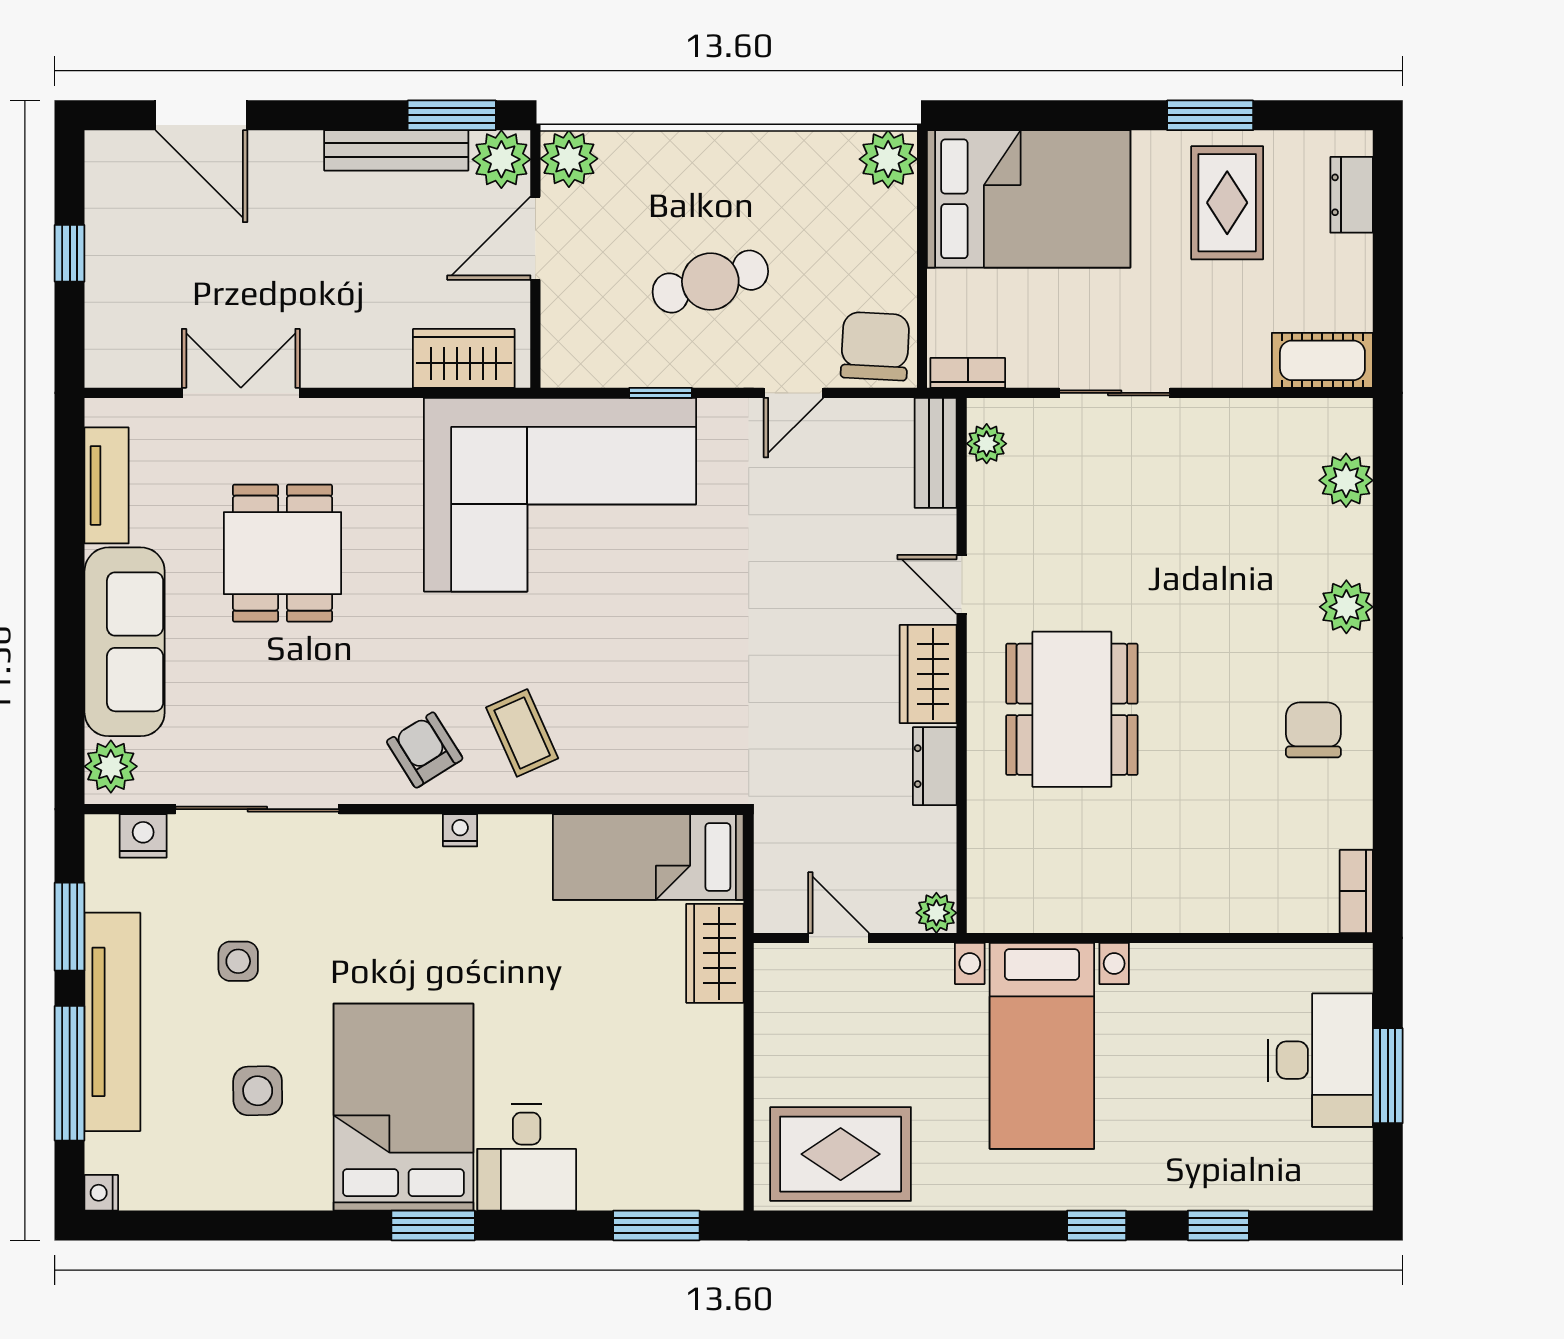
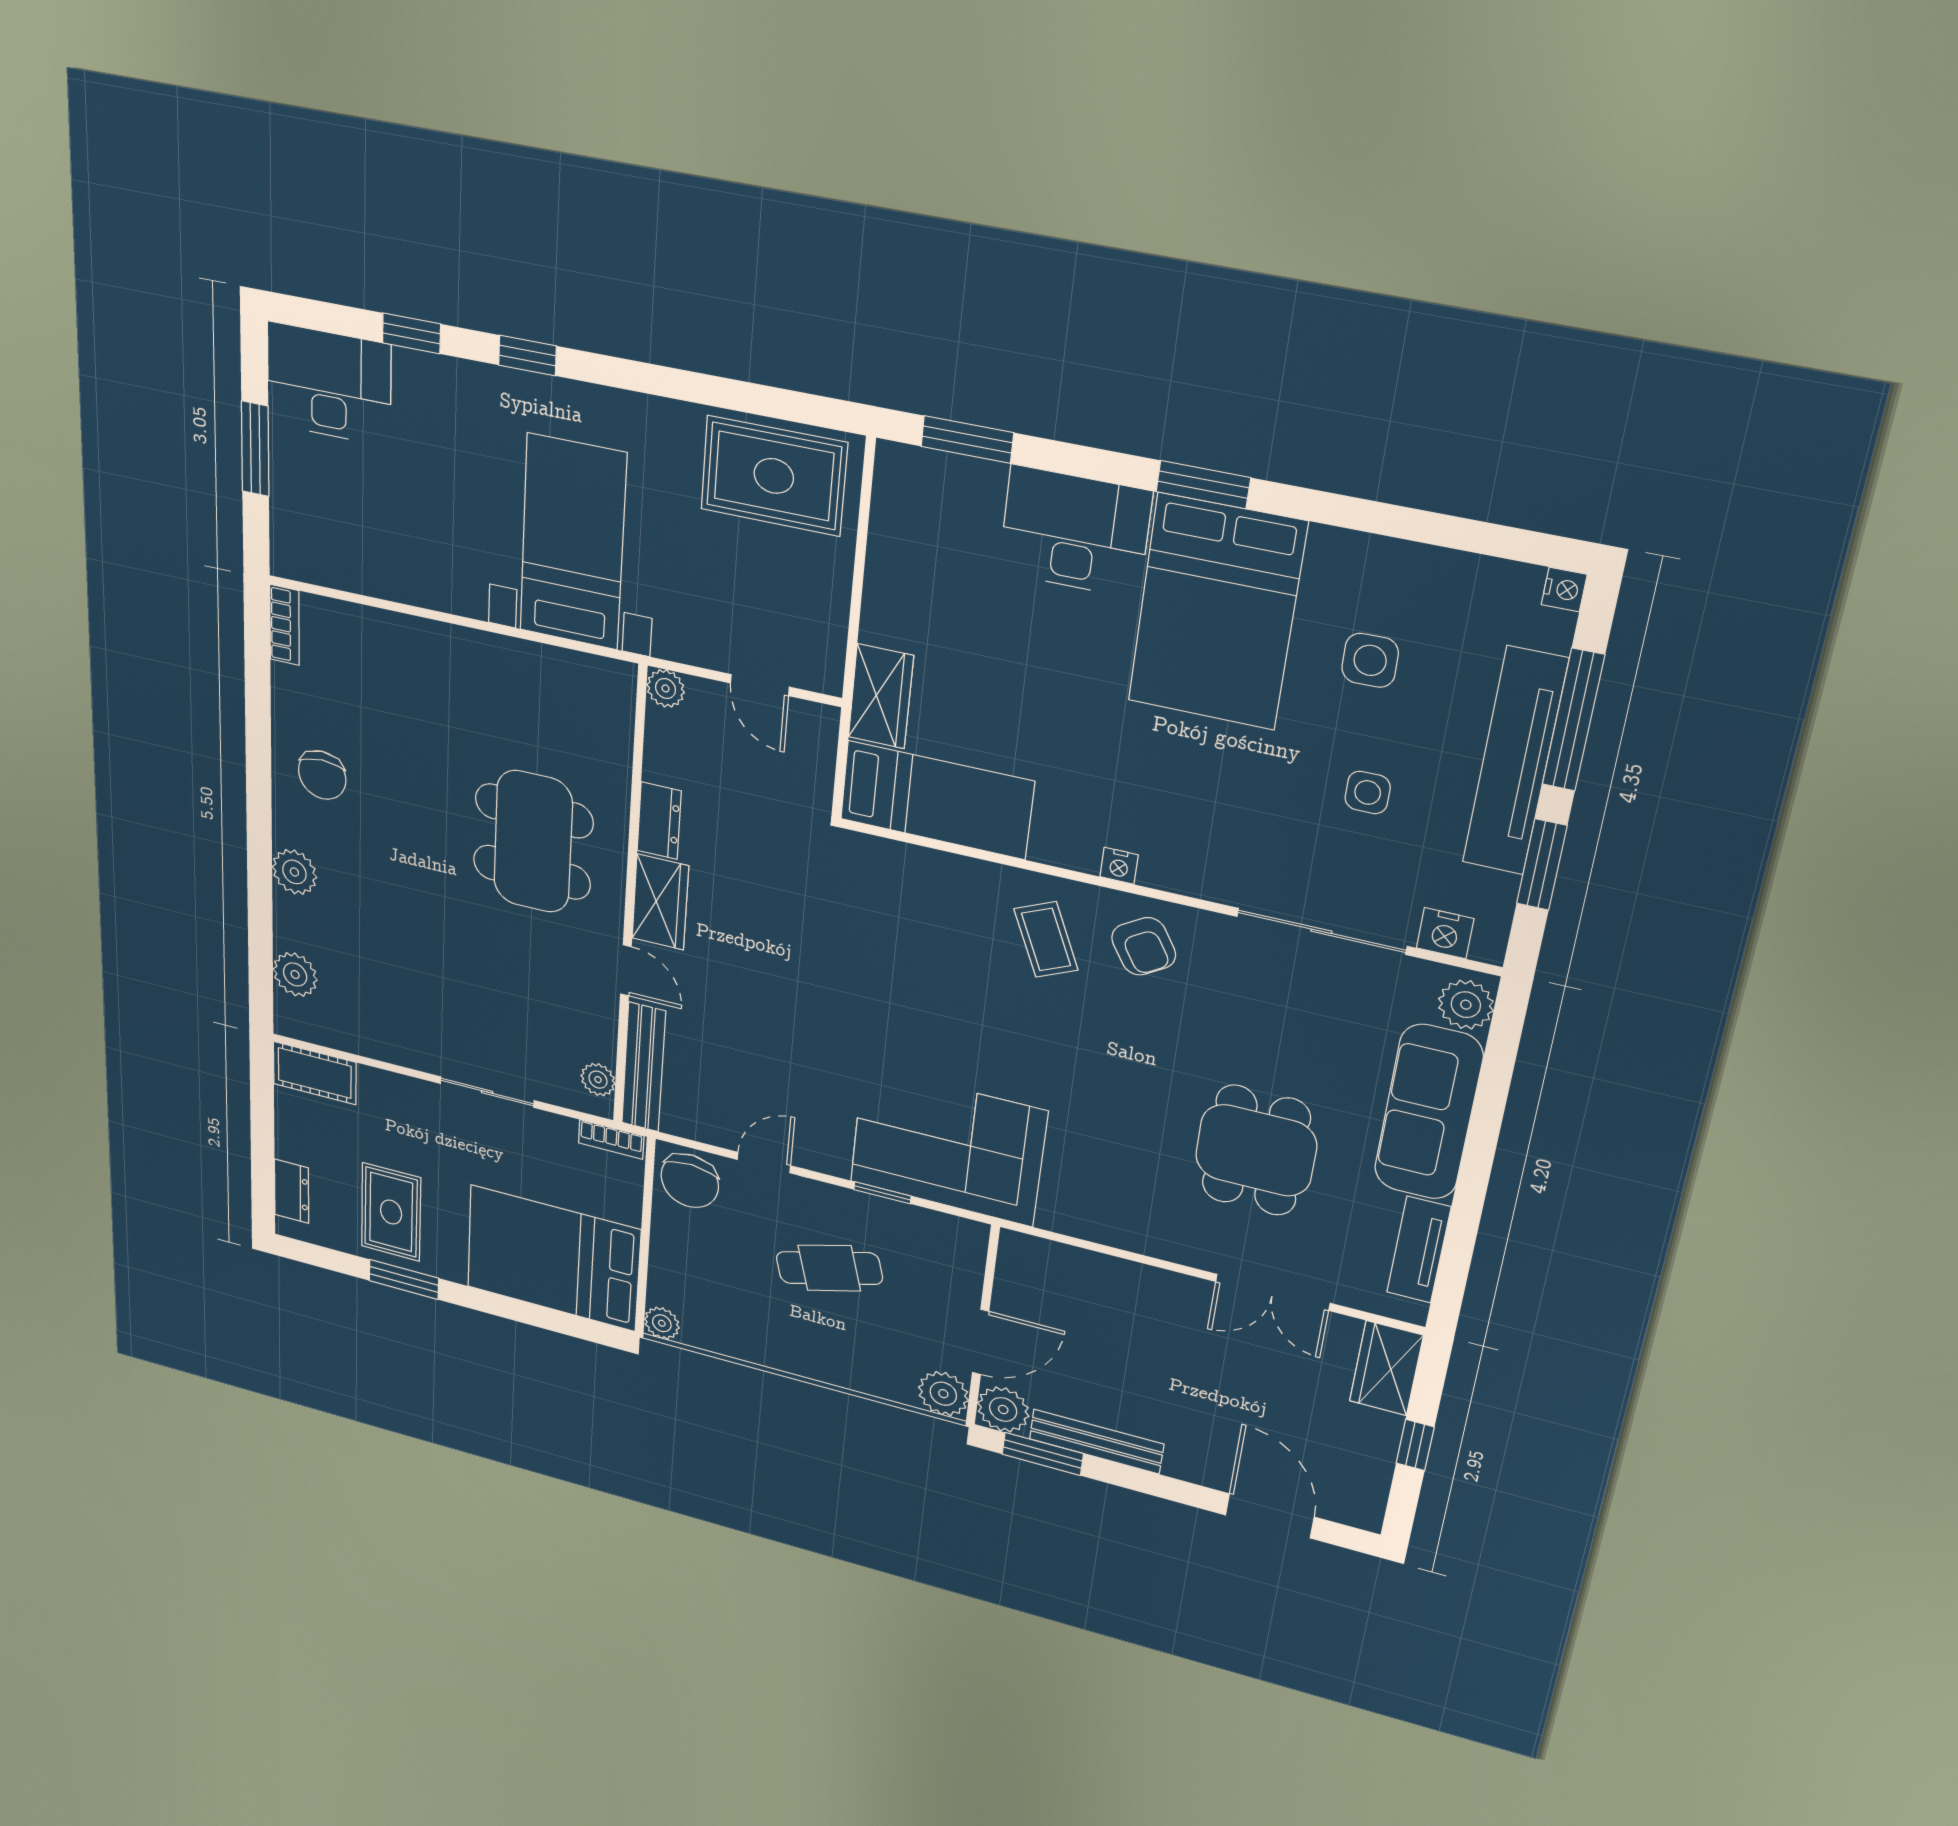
plant: (888, 159) -> (662, 1323), width x0.73, depth x0.73
wardrobe: (464, 358) -> (1386, 1368), moved, turned 90
bench: (936, 453) -> (644, 1067), width x1.36
corner sofa: (560, 495) -> (948, 1146), width x0.73, depth x0.74
desk: (1321, 1060) -> (329, 384), moved, turned 90
desk: (527, 1157) -> (1075, 532), width x1.37

